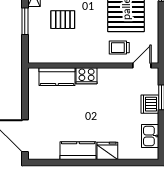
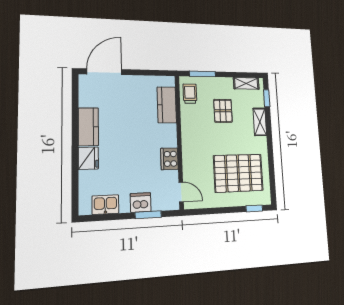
window: (25, 21) -> (202, 74), moved
trolley: (119, 48) -> (190, 94), moved
cooker: (87, 76) -> (169, 159), moved

